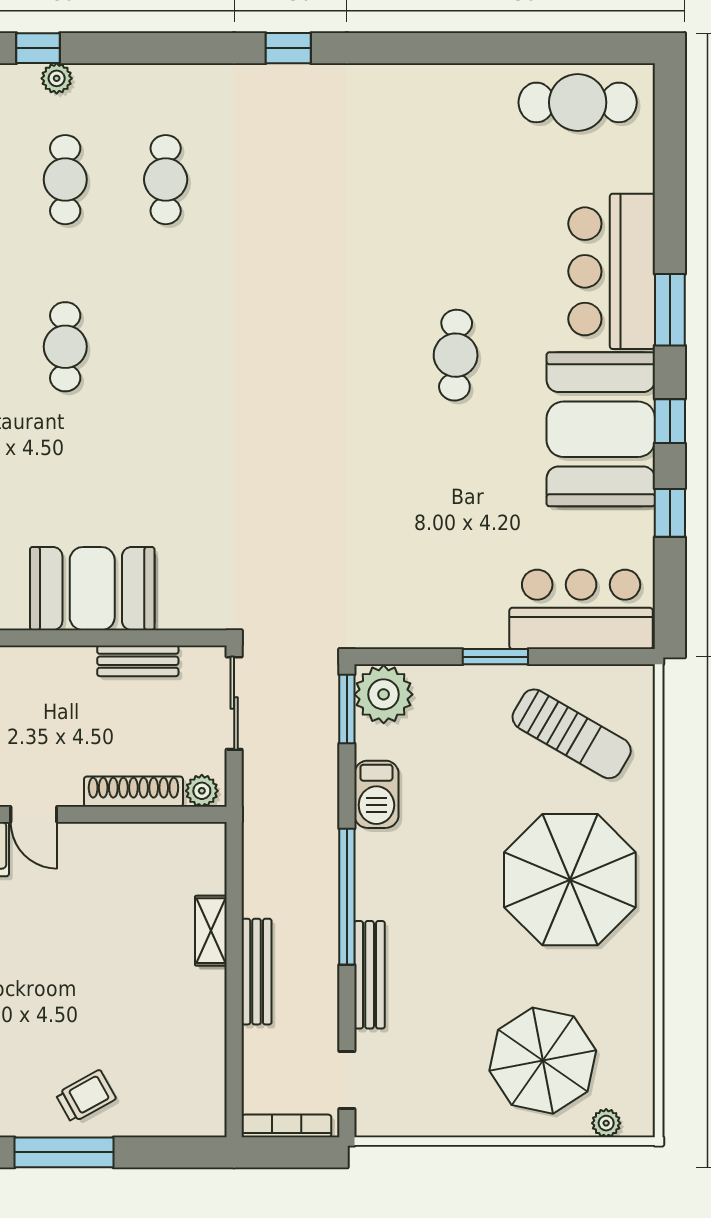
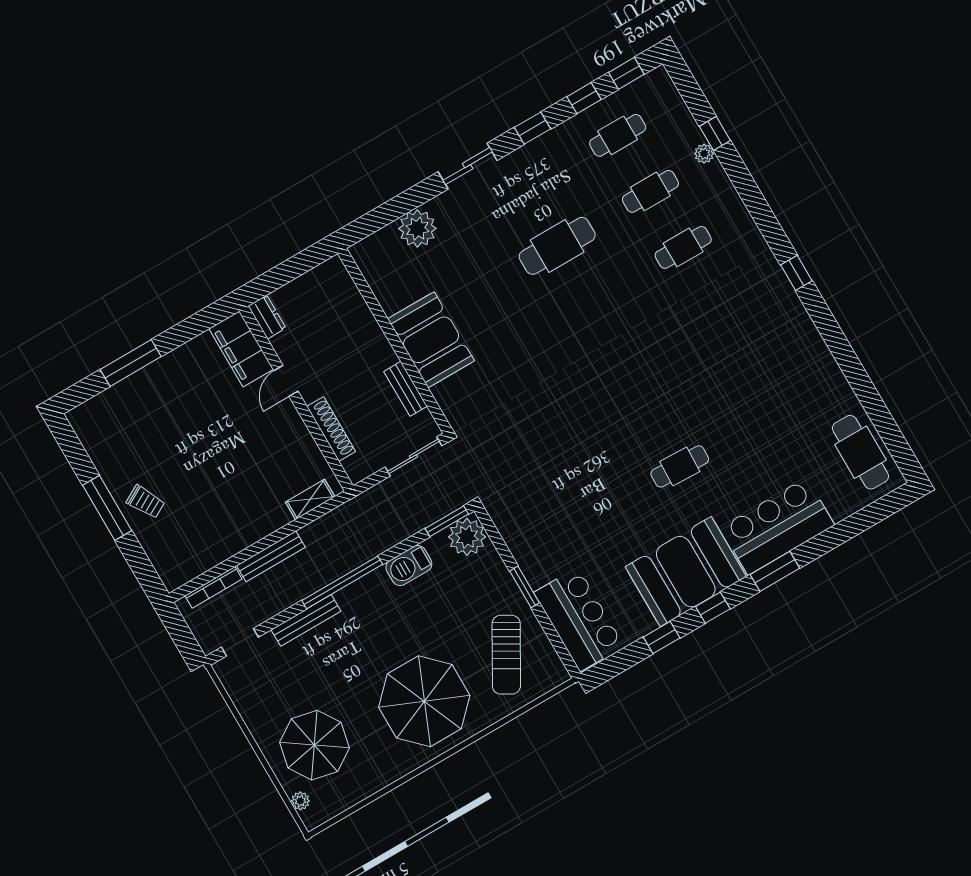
cafe table: (65, 347) -> (557, 246), width x1.37, depth x1.35
plant: (202, 791) -> (354, 467), removed
shelving: (211, 931) -> (310, 499), moved
bookcase: (286, 1126) -> (214, 587), moved, turned 90

